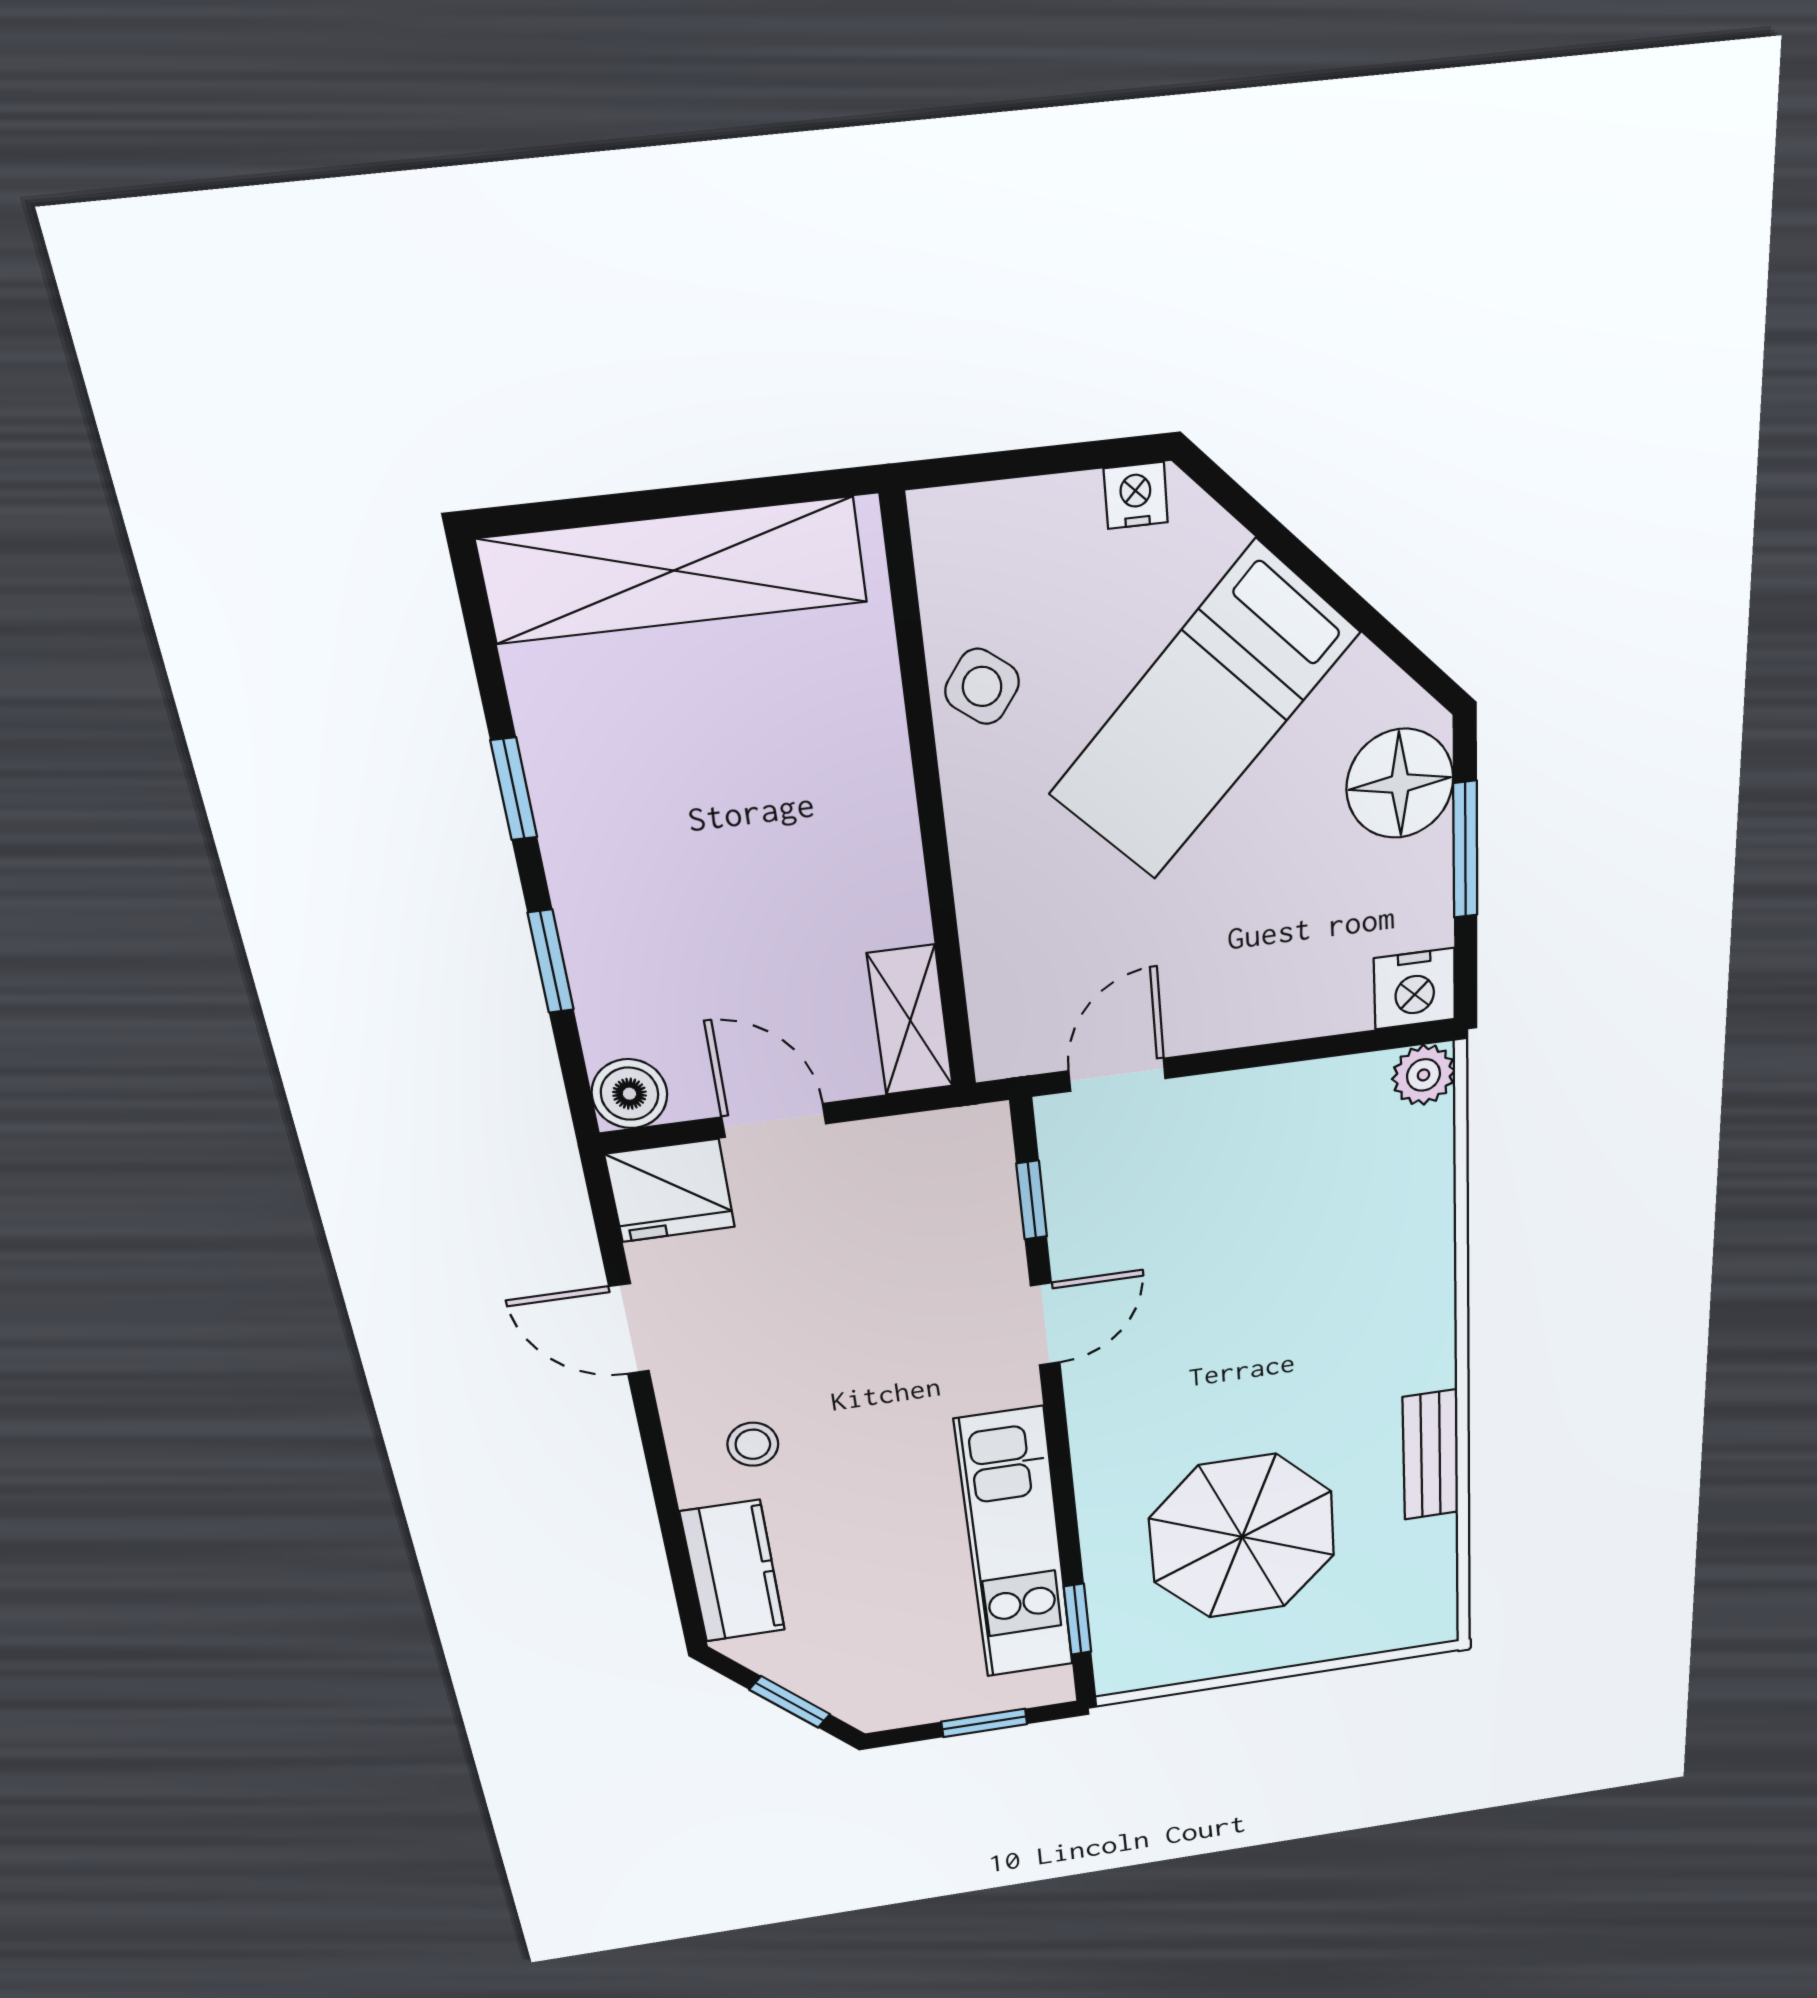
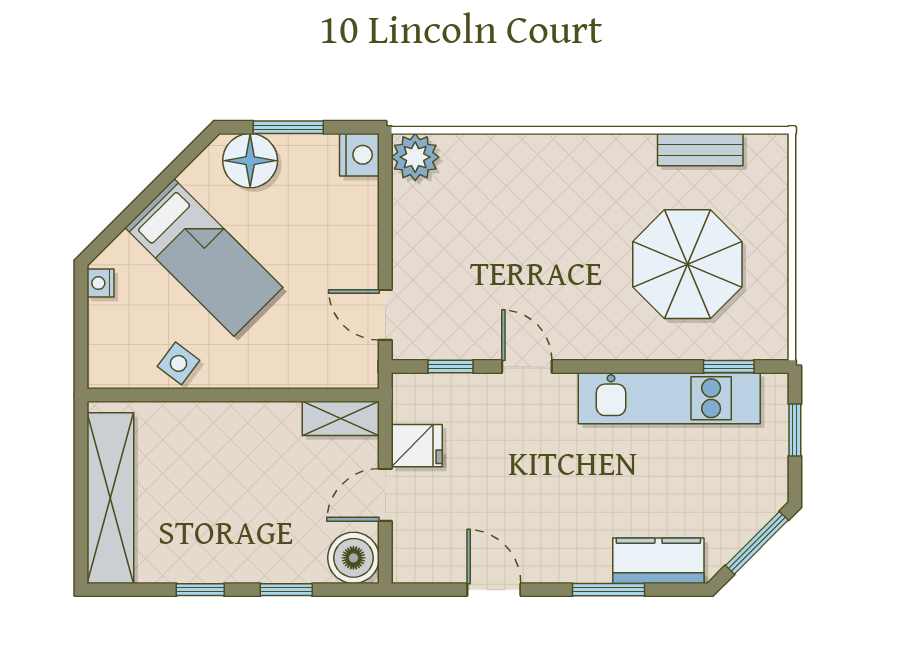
plant: (1424, 1075) -> (415, 157), width x1.38, depth x1.38
boiler: (629, 1094) -> (353, 558), width x1.36, depth x1.36
fridge: (670, 1191) -> (417, 446), moved, width x0.72
door: (629, 1329) -> (494, 590), swing flipped
stool: (753, 1444) -> (576, 536), removed
bench: (1431, 1455) -> (700, 150), moved
window: (667, 1506) -> (609, 590), added
window: (790, 1702) -> (757, 543), width x1.50

